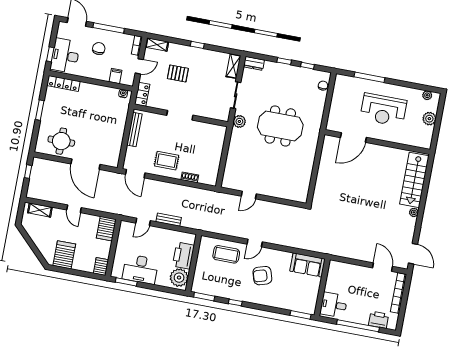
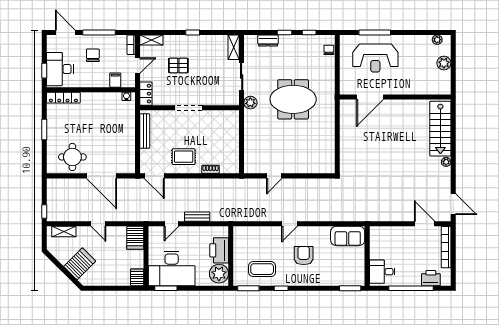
dresser: (254, 63) -> (268, 40), moved
reception desk: (383, 110) -> (375, 58), moved
window: (28, 172) -> (44, 211), moved
coffee table: (226, 254) -> (262, 269), moved
server rack: (64, 255) -> (80, 264), moved, turned 45
desk: (140, 269) -> (172, 268), width x1.36, depth x1.30
armchair: (262, 276) -> (304, 256), turned 107

